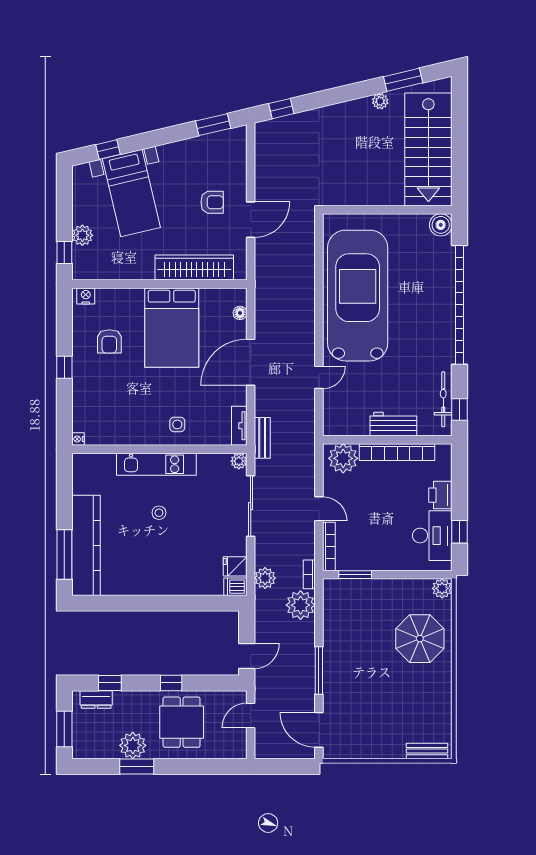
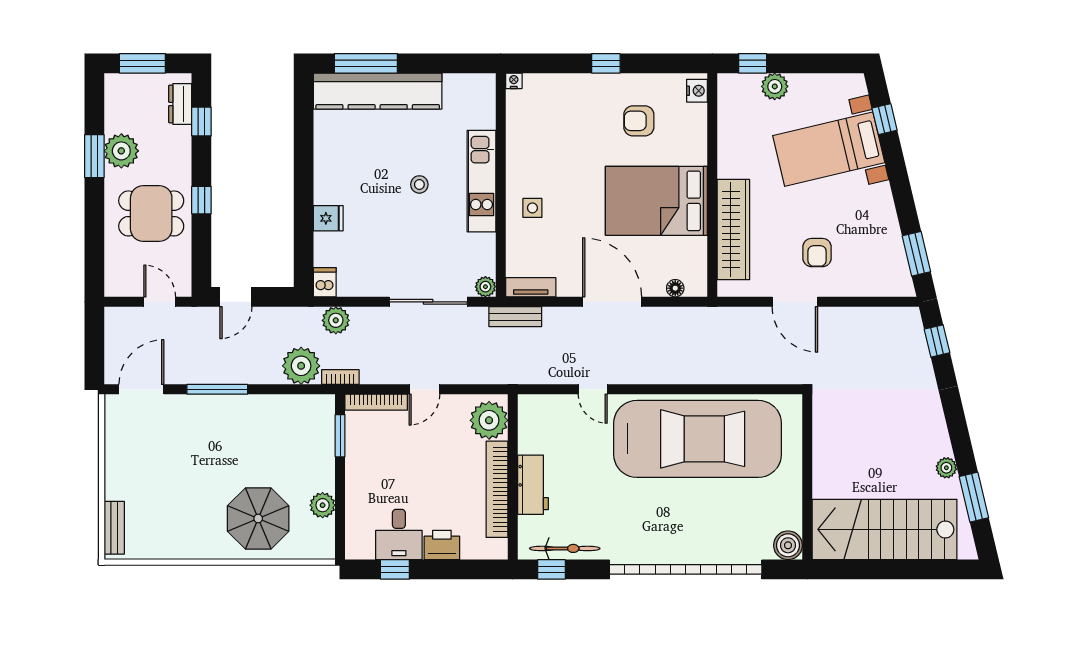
desk: (432, 536) -> (399, 534), width x0.73
fridge: (235, 566) -> (328, 218), moved, turned 90
plant: (442, 588) -> (323, 505), moved
door: (247, 656) -> (236, 297), hinge flipped

